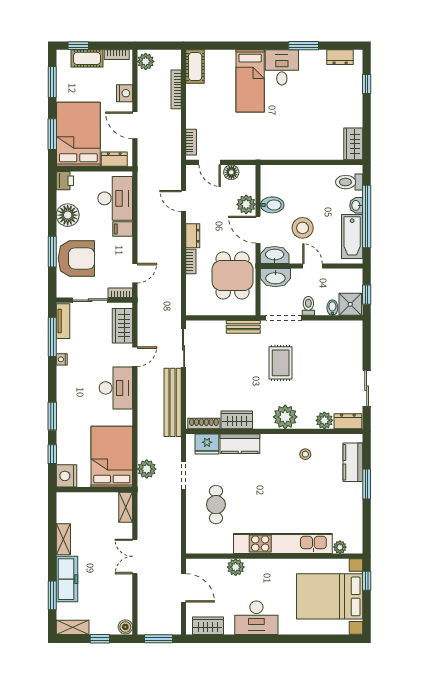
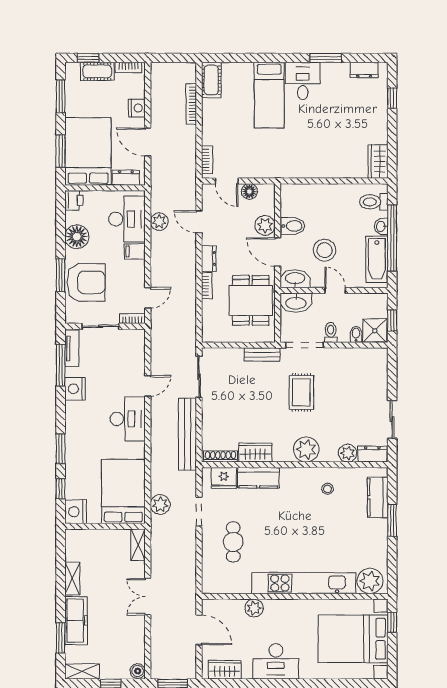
plant: (146, 61) -> (159, 222), moved
wardrobe: (122, 326) -> (135, 353), removed
nightstand: (62, 359) -> (75, 389), width x1.89, depth x1.79
plant: (340, 547) -> (370, 581), width x1.88, depth x1.88

